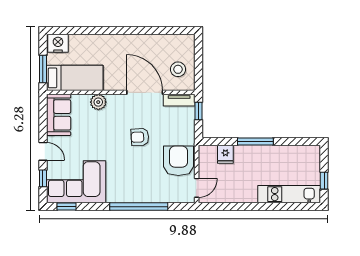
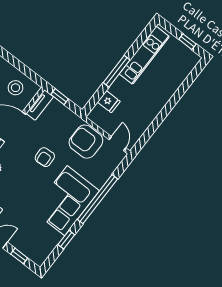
corner sofa: (76, 182) -> (66, 201), moved
kitchen unit: (289, 194) -> (144, 55), moved, turned 180
window: (66, 207) -> (66, 240), moved

